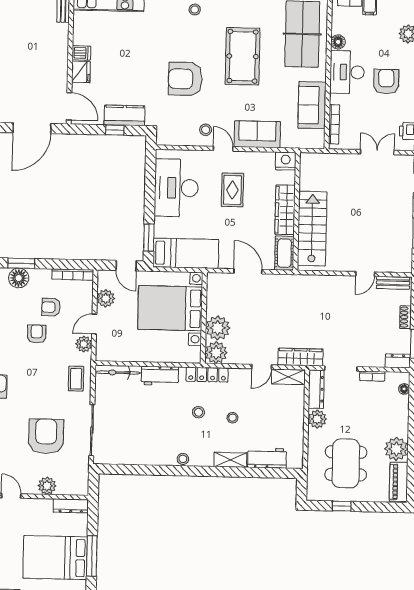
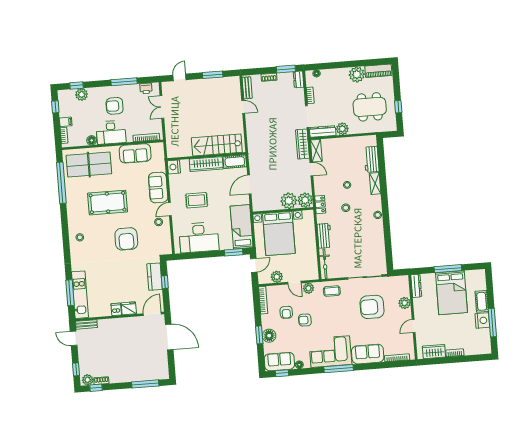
locker: (207, 375) -> (320, 205), width x0.66

